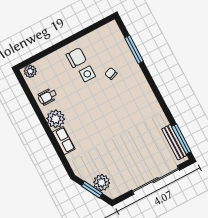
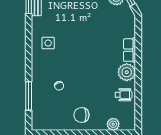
plant: (30, 71) -> (113, 124), moved
side table: (87, 74) -> (48, 43), moved

